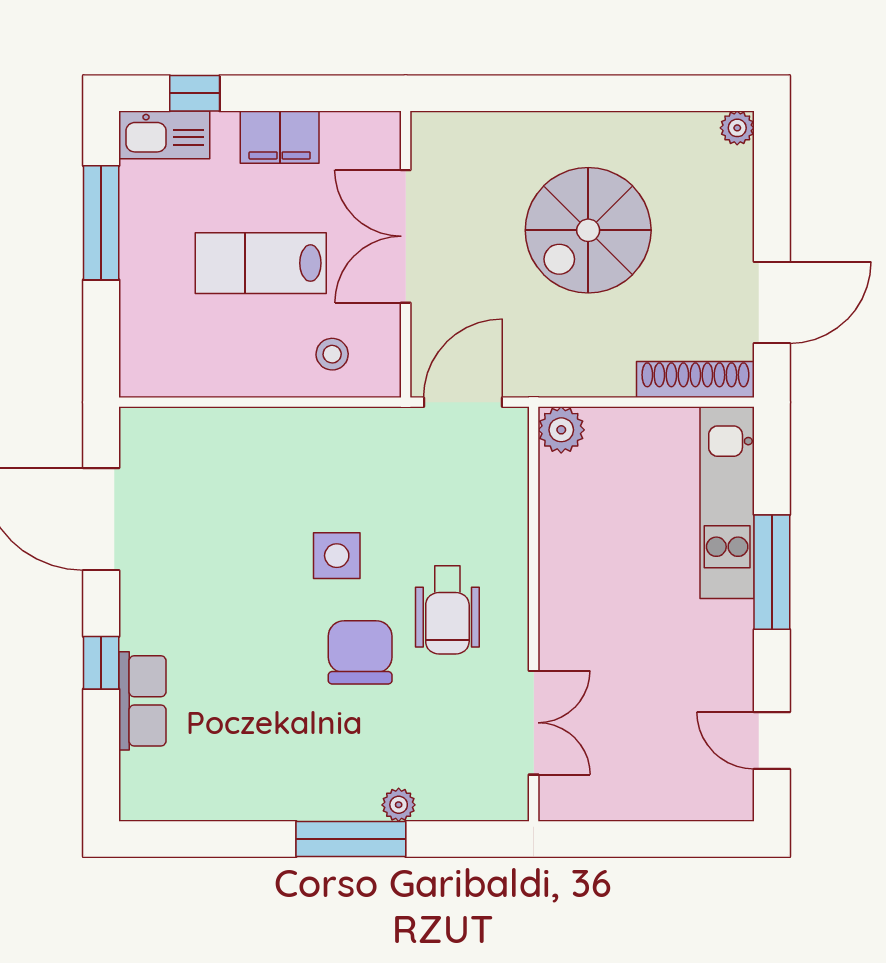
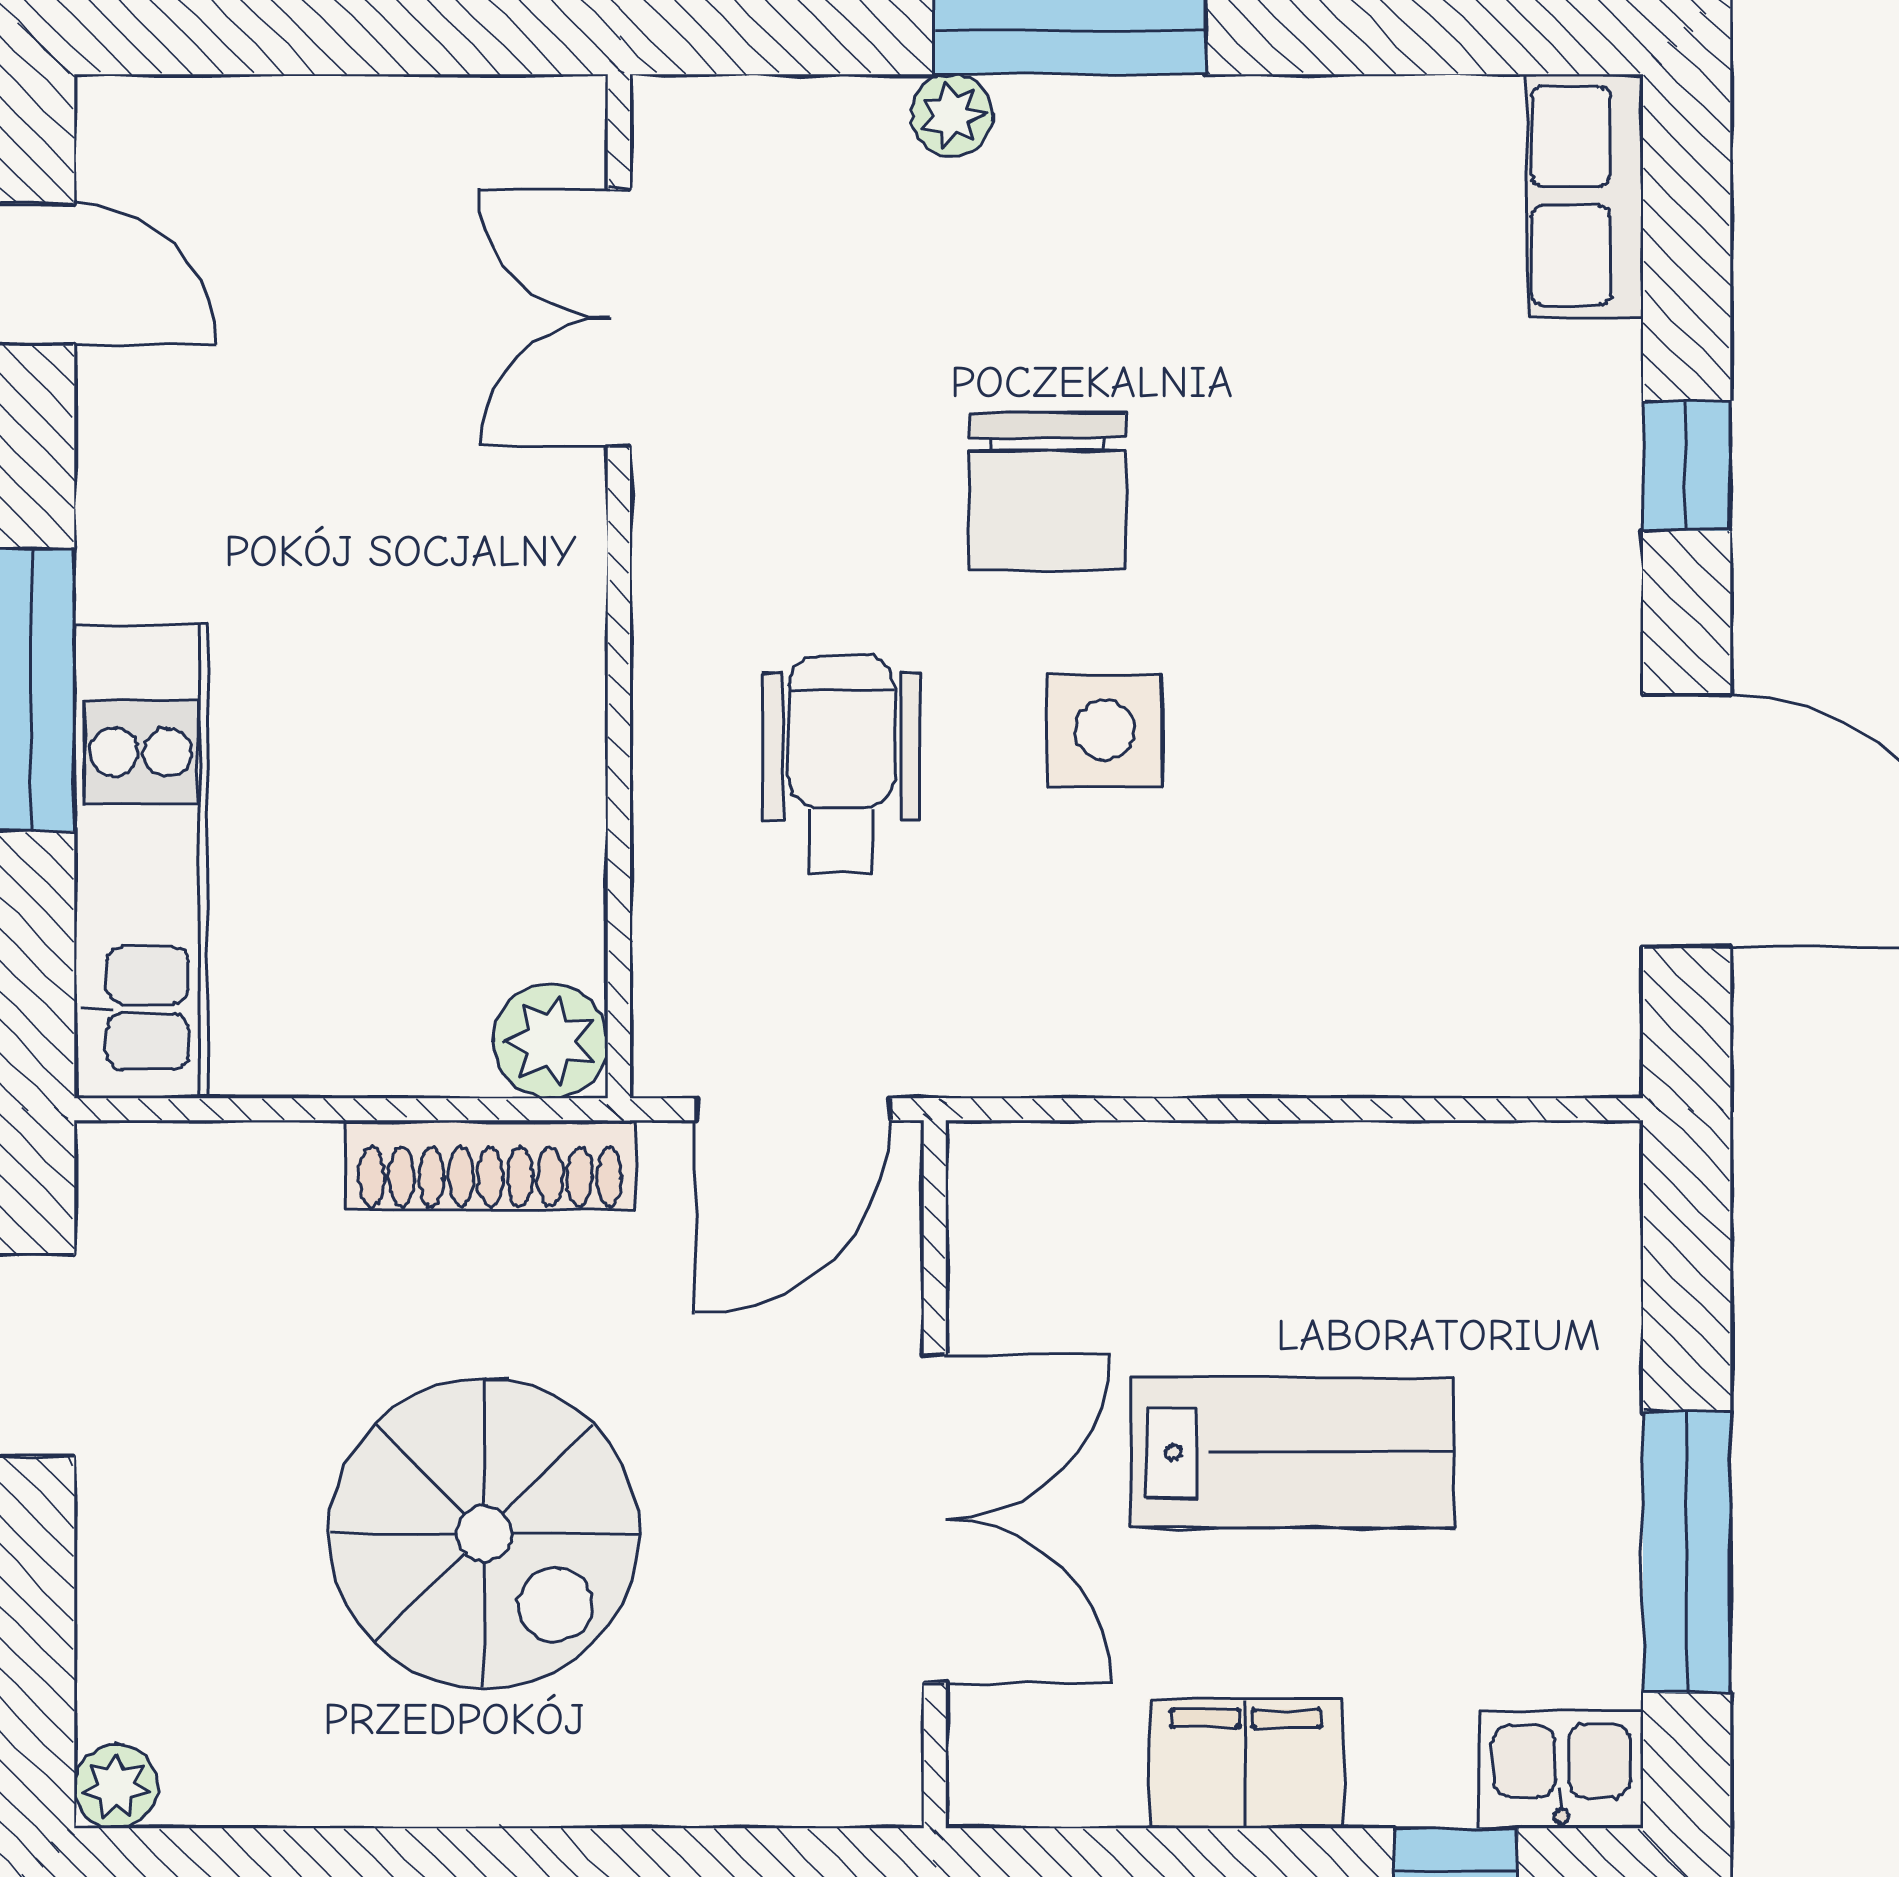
kitchen sink: (164, 135) -> (1561, 1769), width x0.73
spiral stairs: (588, 230) -> (484, 1534), turned 90
stool: (332, 354) -> (1116, 1228), removed
shoe rack: (695, 380) -> (490, 1165), moved
wheelchair: (447, 610) -> (842, 764), moved
row of seats: (142, 701) -> (1585, 196), moved

